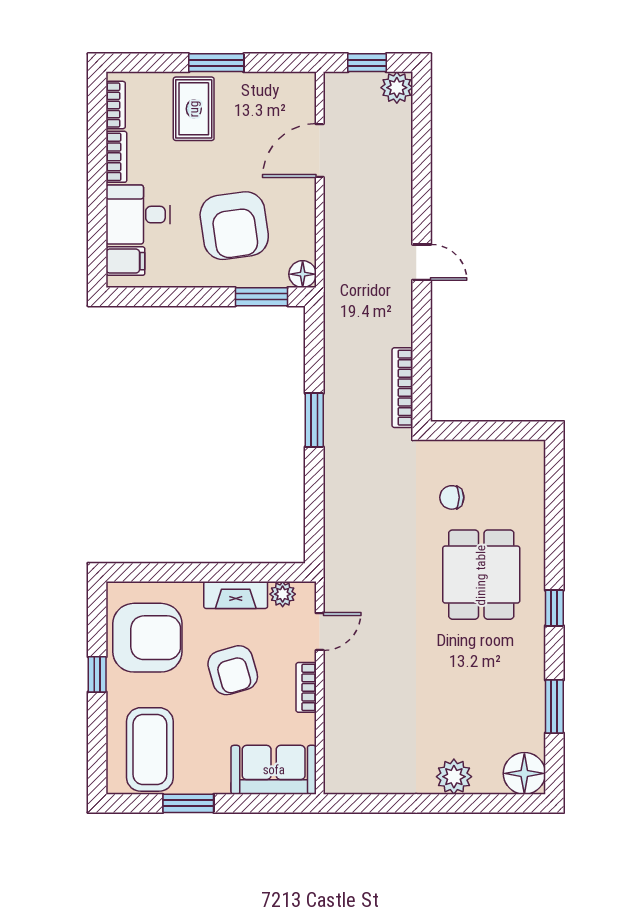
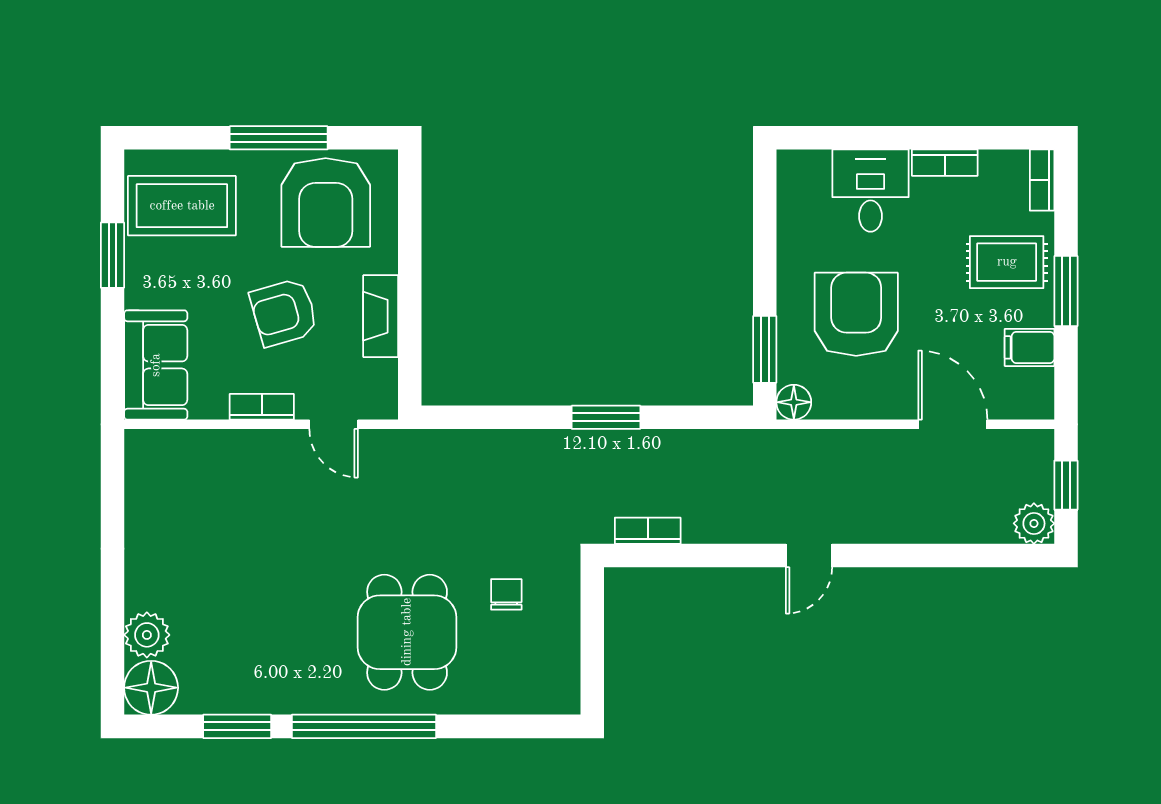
bookcase: (116, 105) -> (1042, 180), moved, turned 90
armchair: (234, 226) -> (856, 314), turned 98
filing cabinet: (125, 261) -> (1030, 347), moved, turned 90
bookcase: (402, 388) -> (648, 531), width x0.64
dining table: (481, 575) -> (407, 632), turned 90
plant: (283, 594) -> (382, 377), removed
window: (554, 608) -> (364, 726), width x3.17
window: (97, 674) -> (279, 138), width x2.17
plant: (454, 777) -> (147, 635), moved

